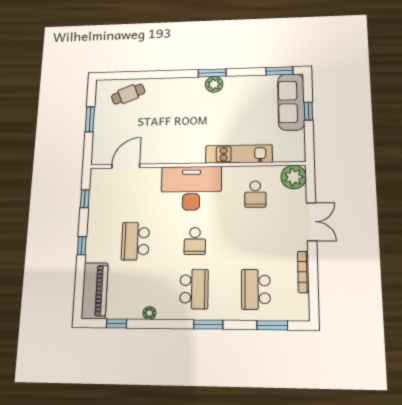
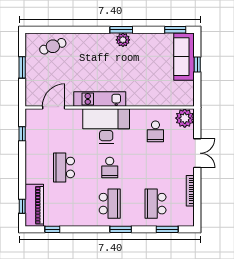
kitchen unit: (239, 154) -> (100, 99), moved
window: (82, 246) -> (22, 206), moved
plant: (149, 313) -> (77, 222), removed

